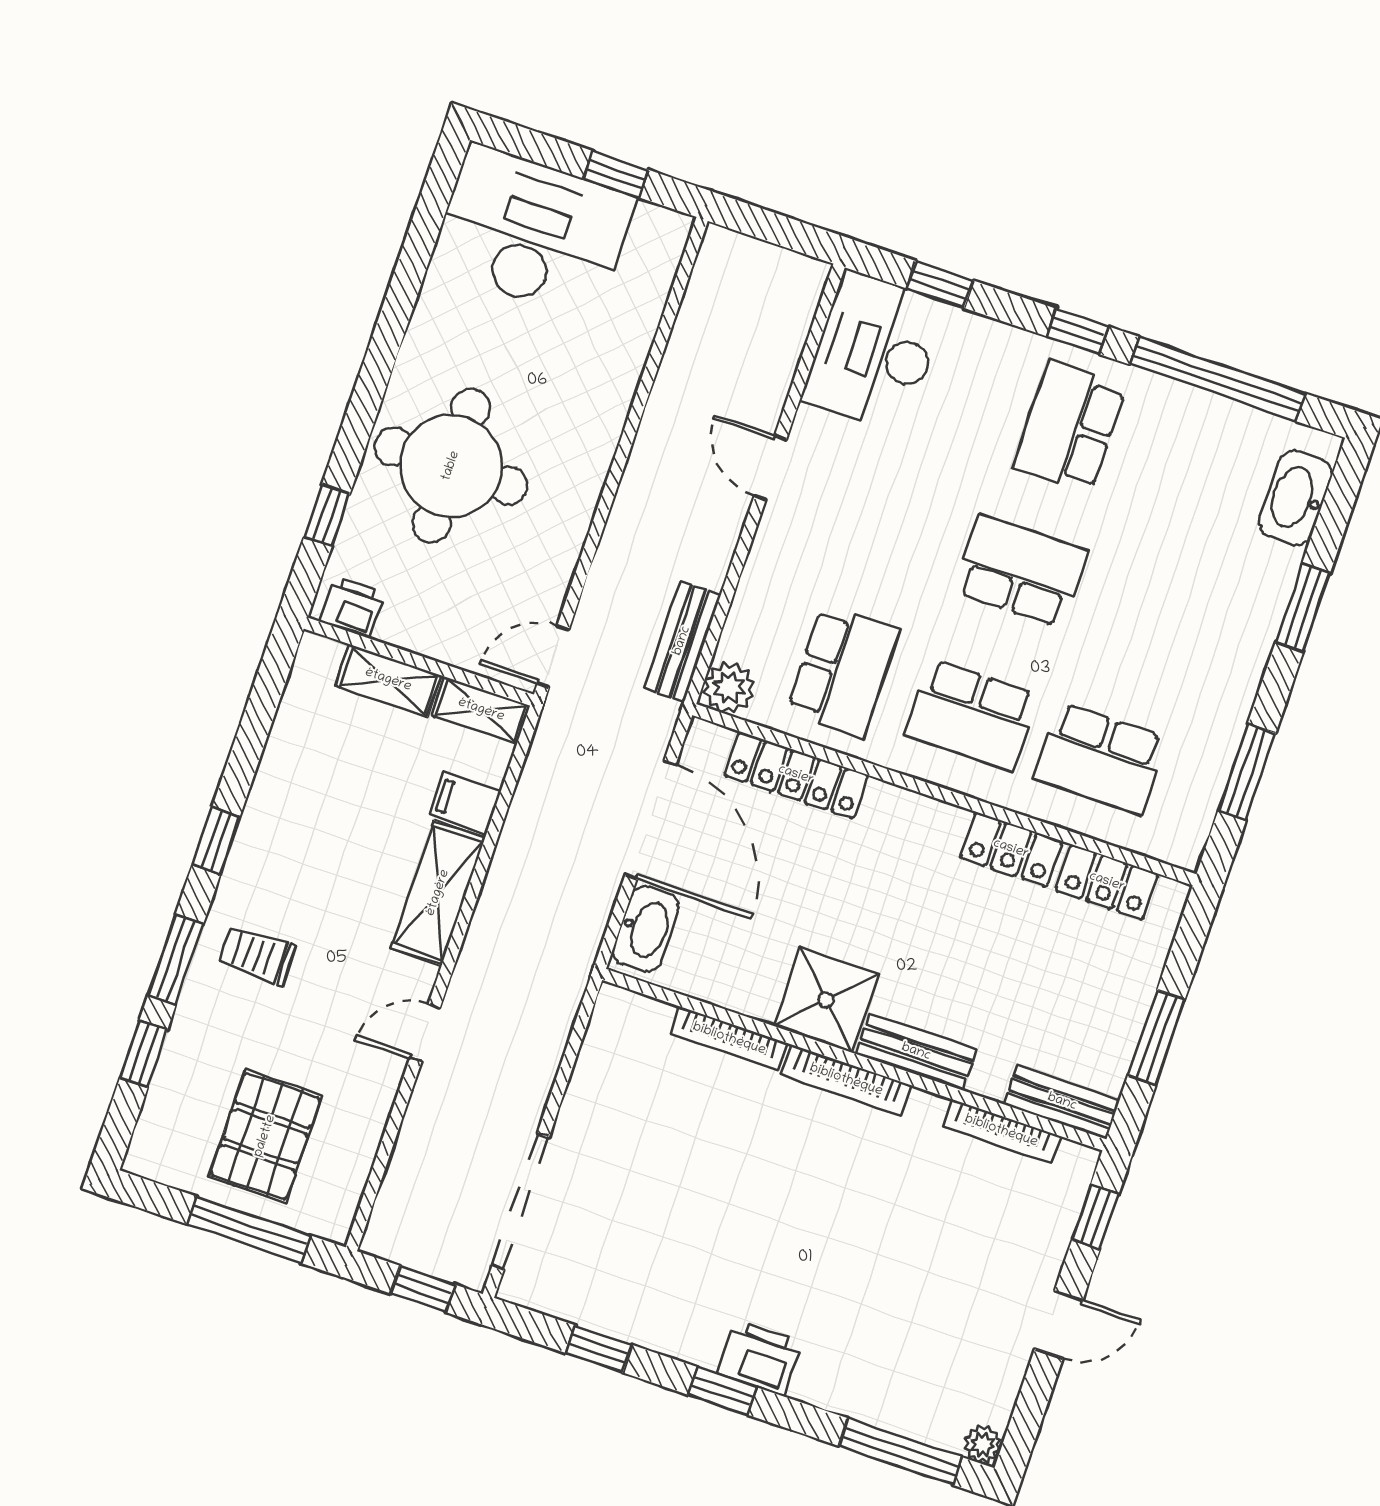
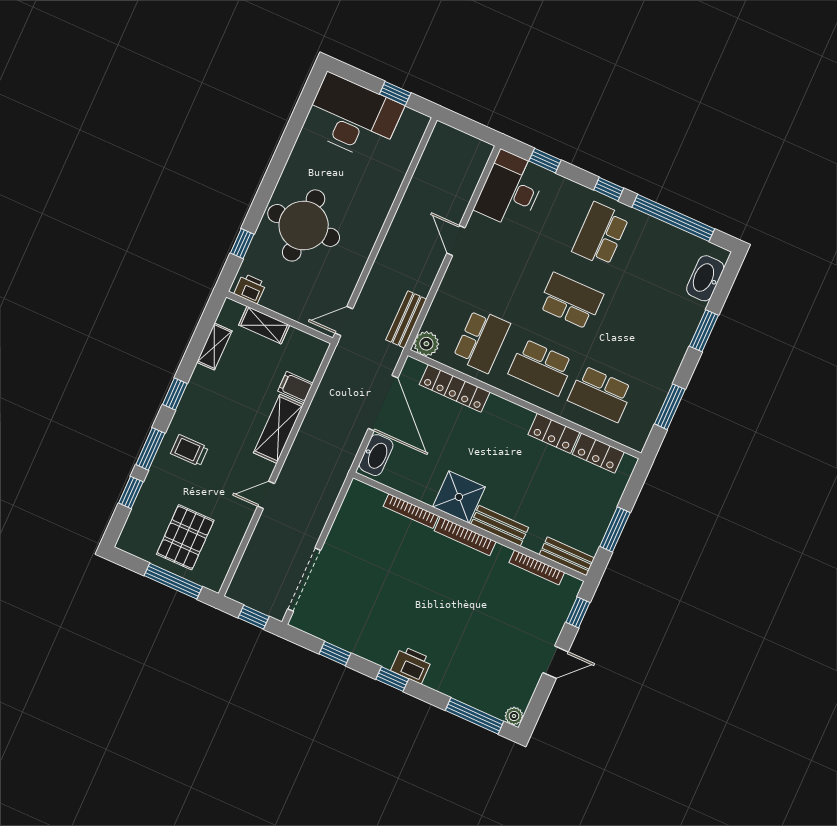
shelving: (481, 710) -> (214, 347), moved, turned 90

